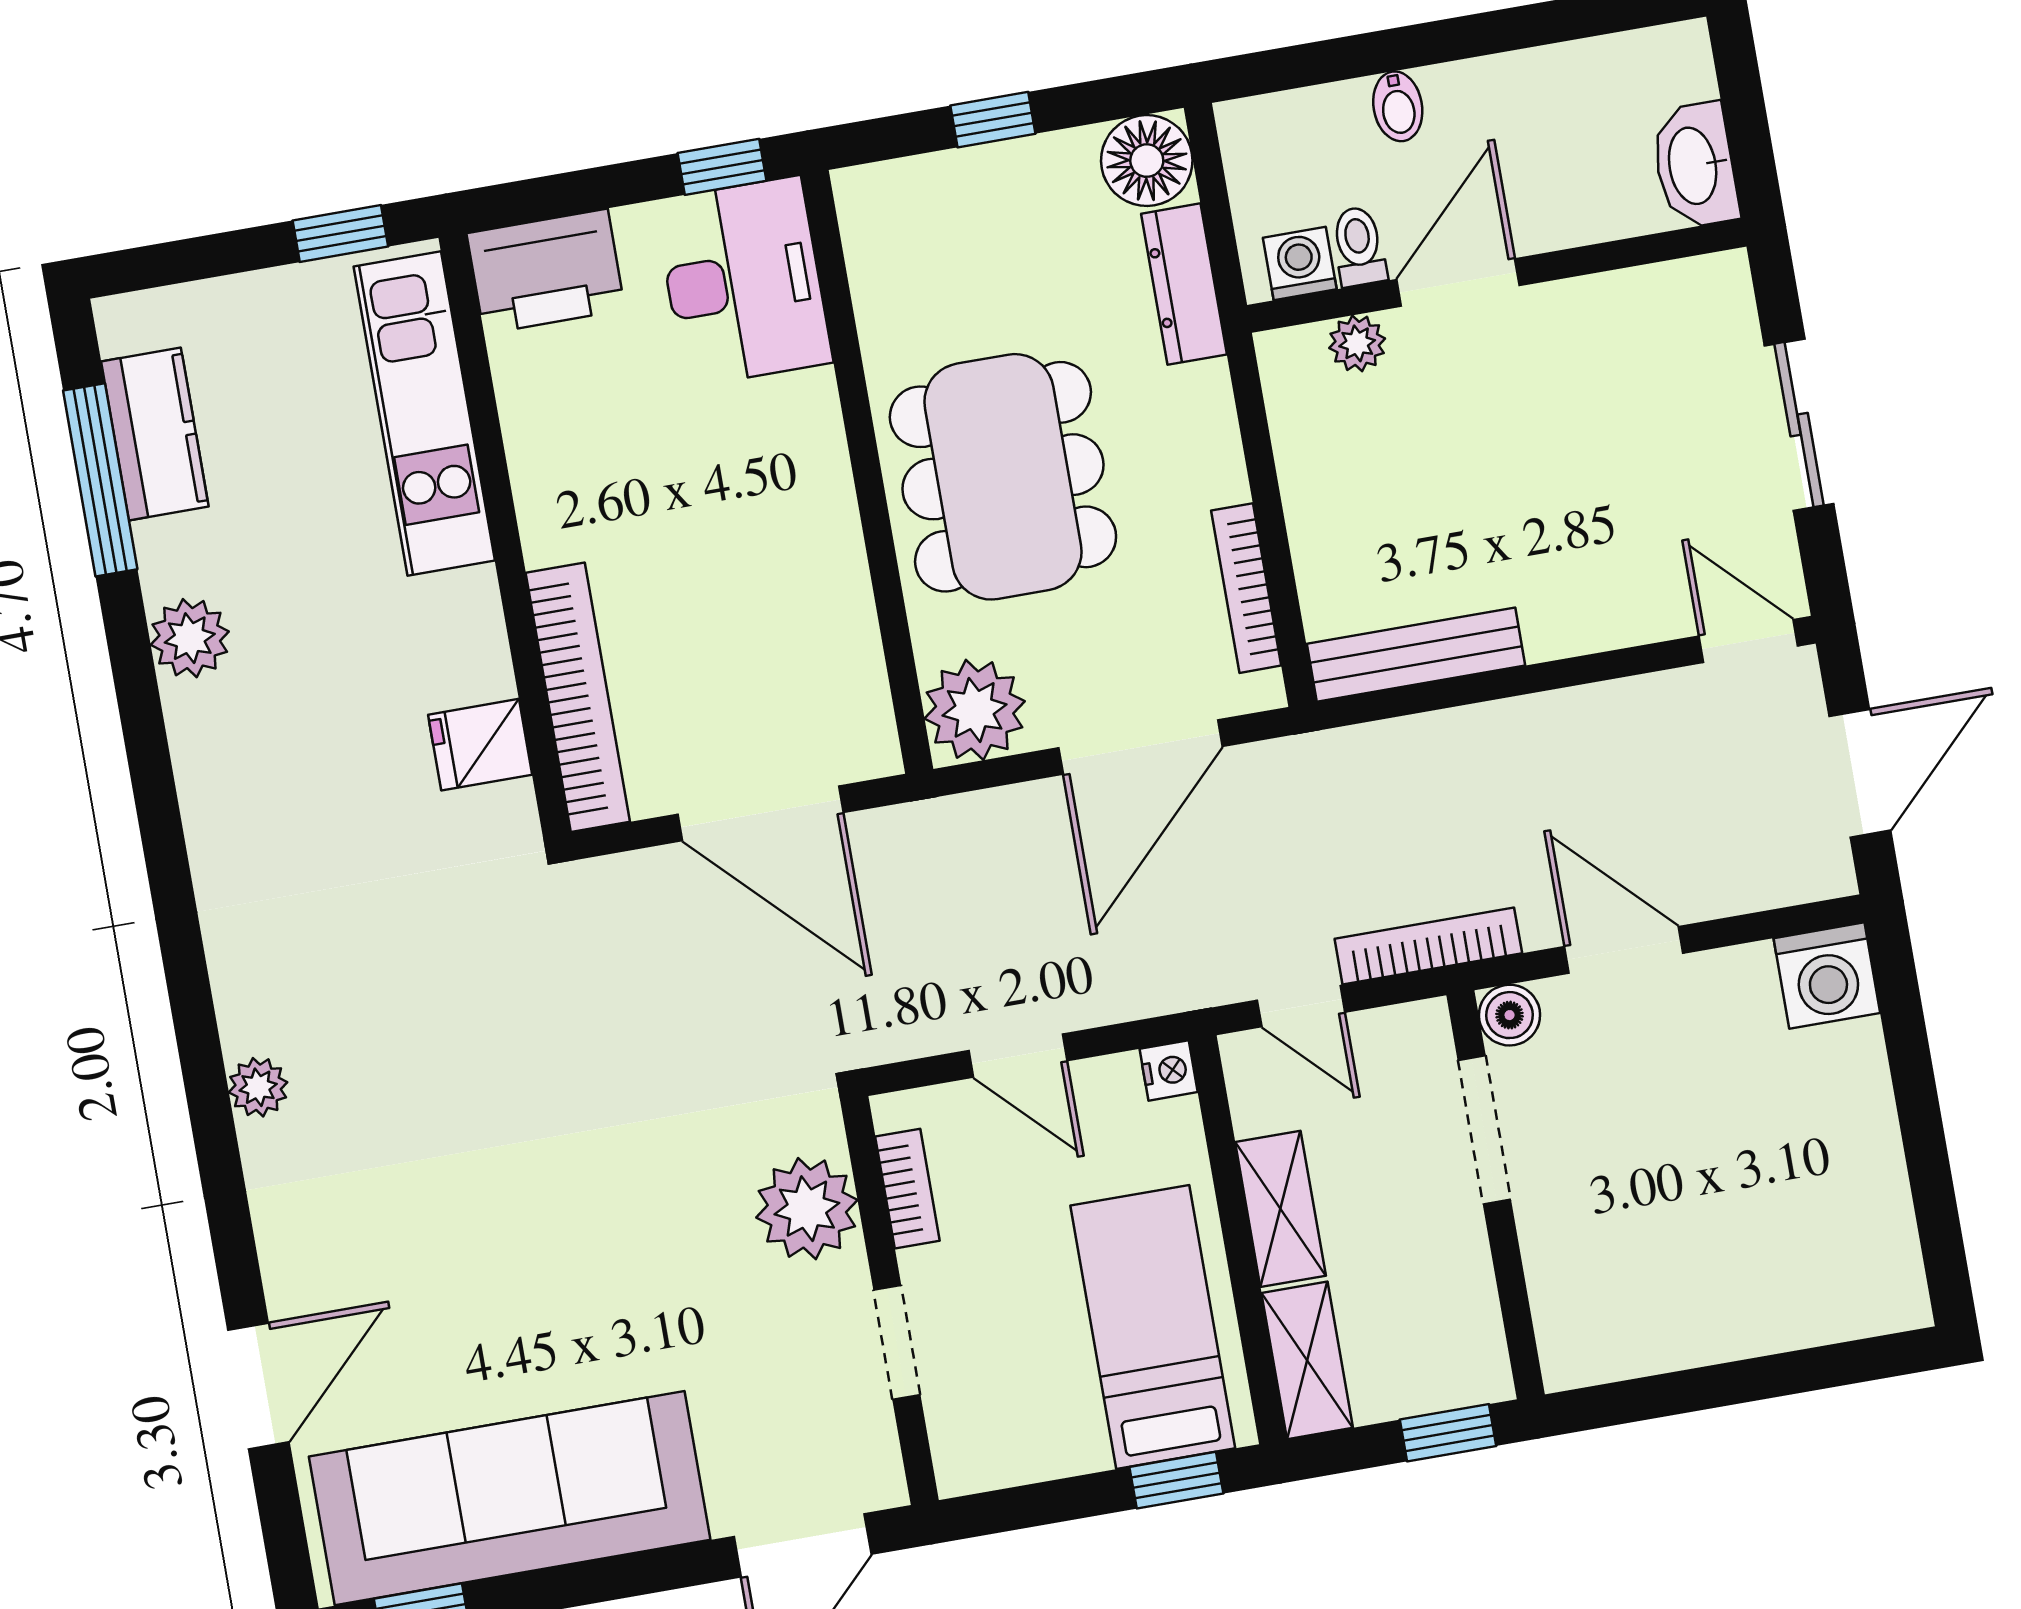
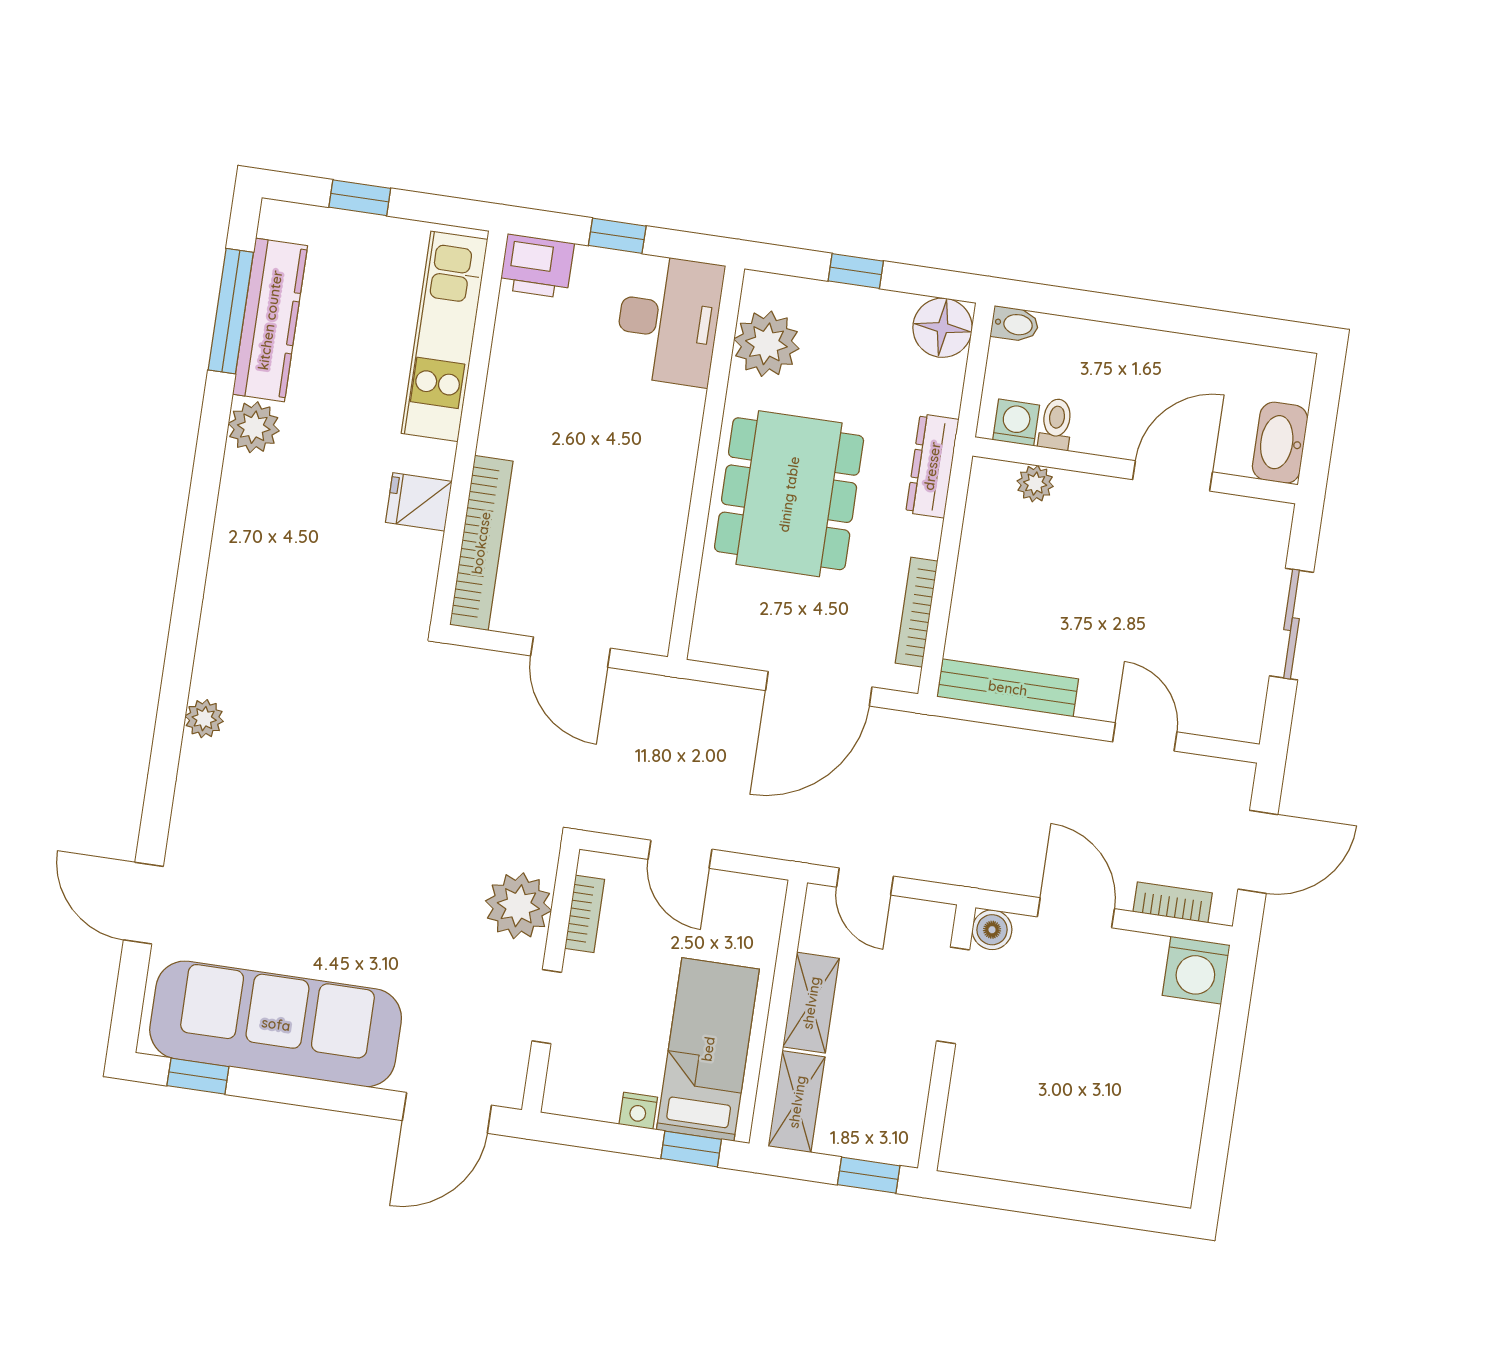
bidet: (1398, 106) -> (1015, 324), moved, turned -90
window: (722, 167) -> (617, 236), moved
window: (340, 233) -> (360, 198), moved
printer: (546, 271) -> (537, 266), width x0.73, depth x0.84
door: (1458, 282) -> (1172, 476), moved
dresser: (1184, 284) -> (932, 466), moved
kitchen counter: (155, 434) -> (270, 320), width x1.50
door: (1748, 641) -> (1145, 737), moved
plant: (975, 710) -> (766, 344), moved
fridge: (480, 745) -> (419, 502), moved
door: (760, 813) -> (570, 652), width x0.73
bookcase: (1428, 946) -> (1173, 902), moved, width x0.64
nightstand: (1169, 1070) -> (638, 1111), moved, turned 90
door: (258, 1386) -> (143, 903), swing flipped

